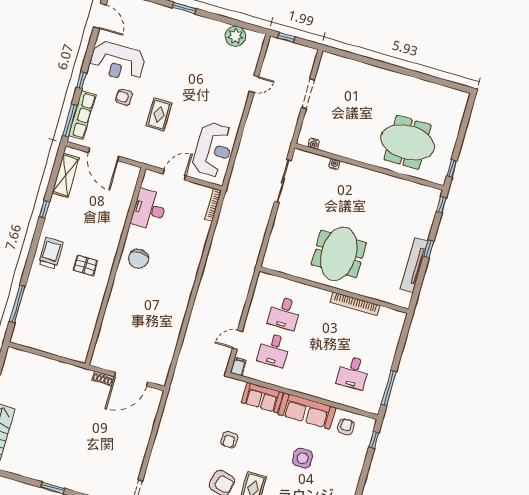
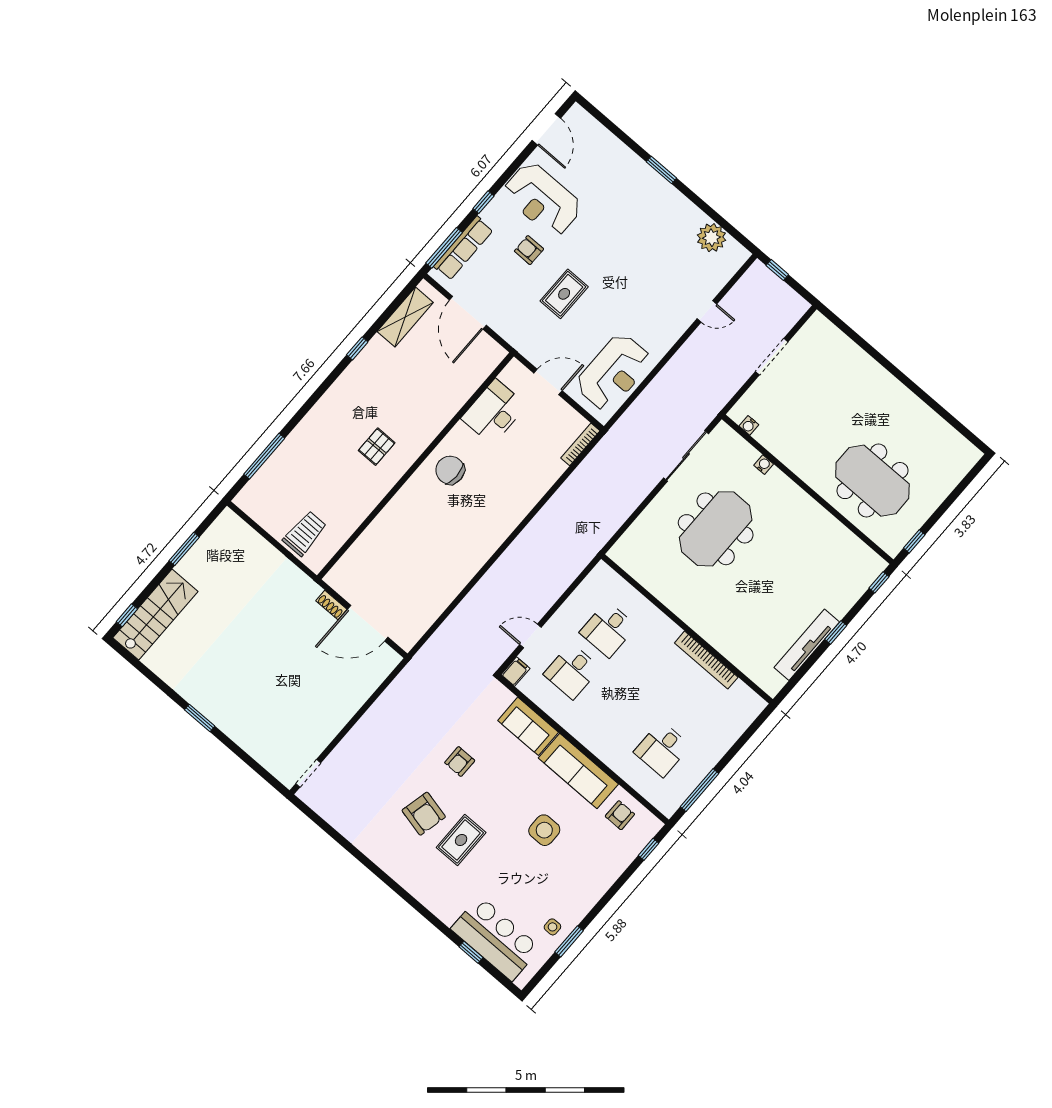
trolley: (51, 253) -> (305, 533), moved
meeting table: (339, 254) -> (716, 529), moved
chair: (138, 259) -> (450, 470), turned 87
pallet: (85, 265) -> (377, 447), turned 90

